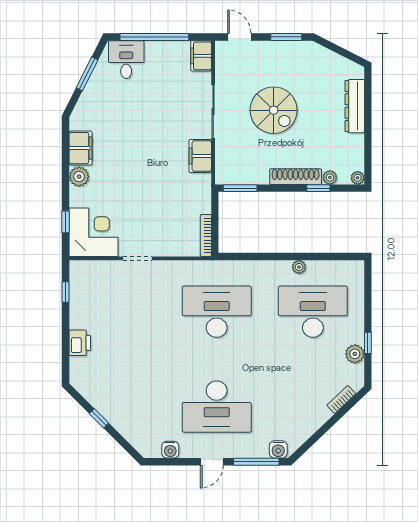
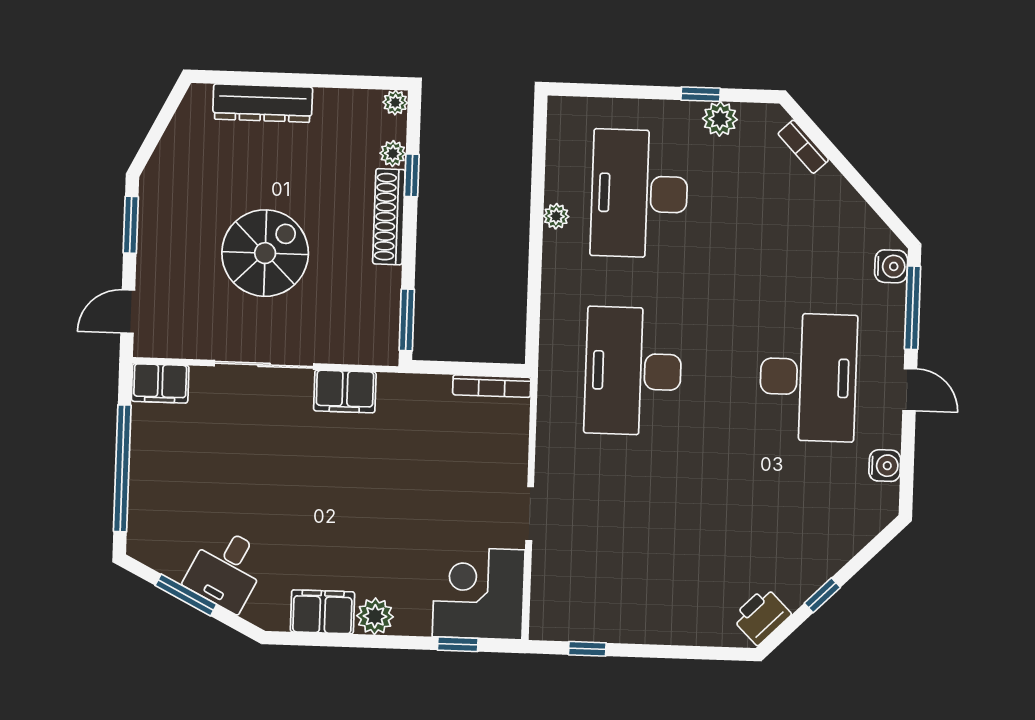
desk: (126, 60) -> (226, 569), moved, turned -63
printer: (80, 343) -> (761, 616), moved, turned -45

